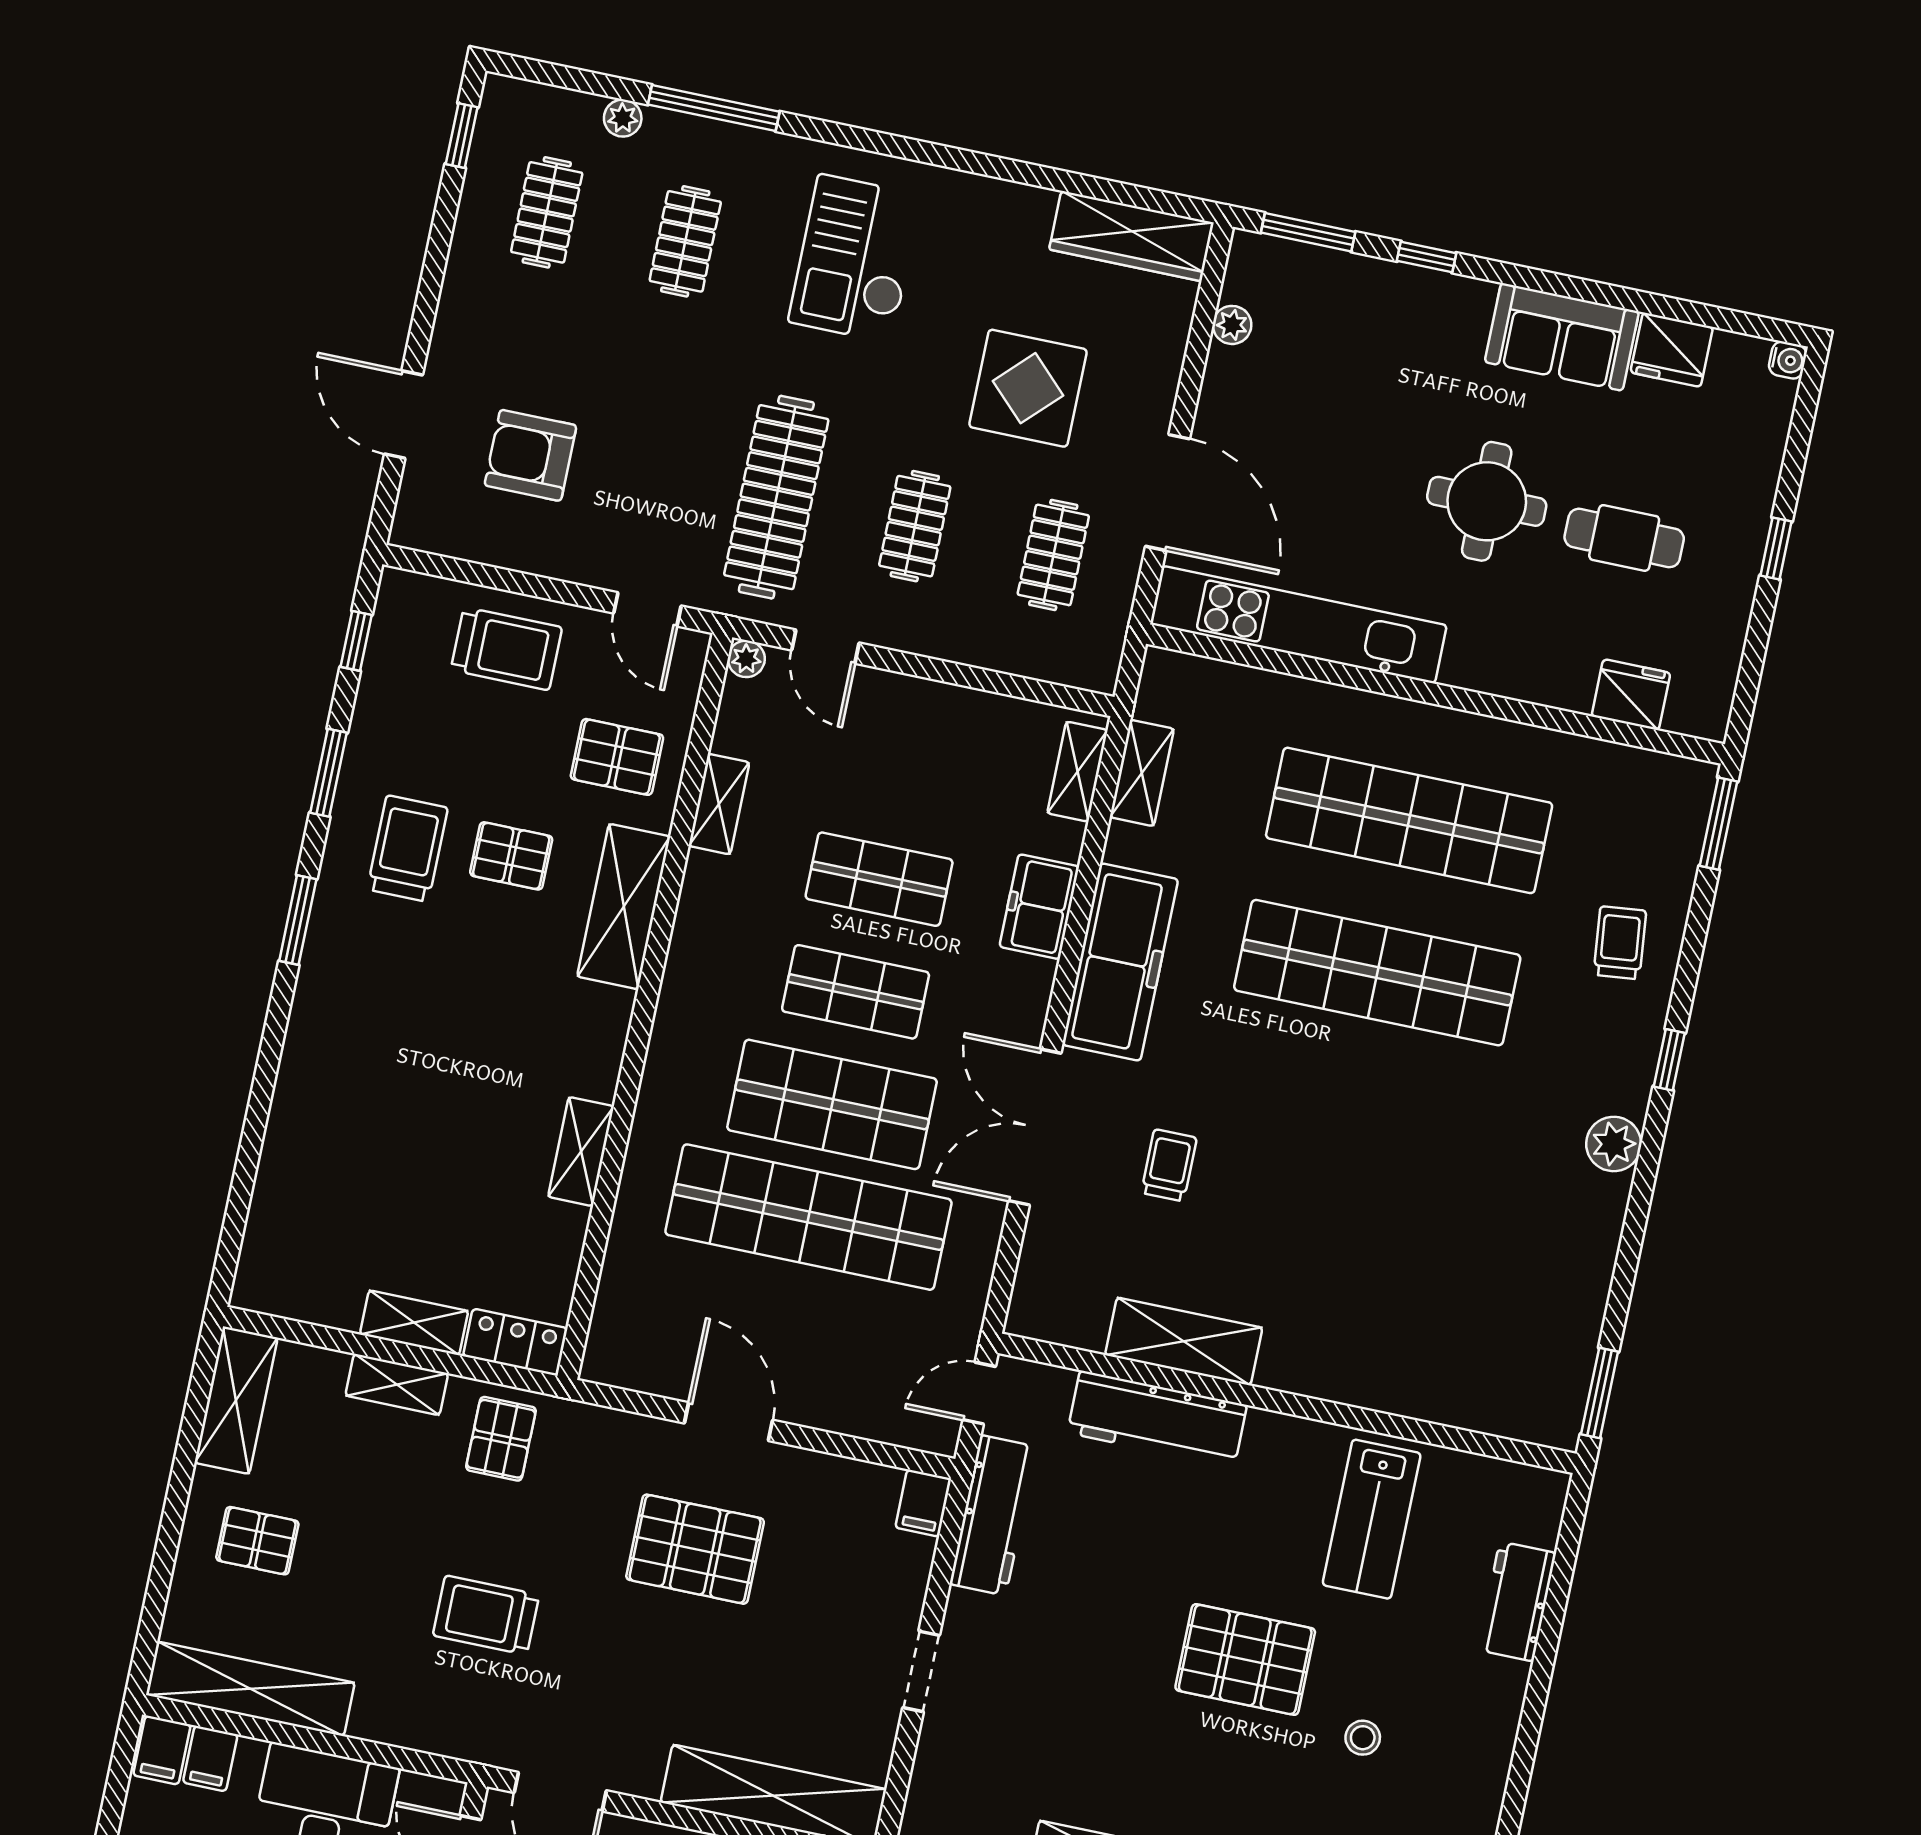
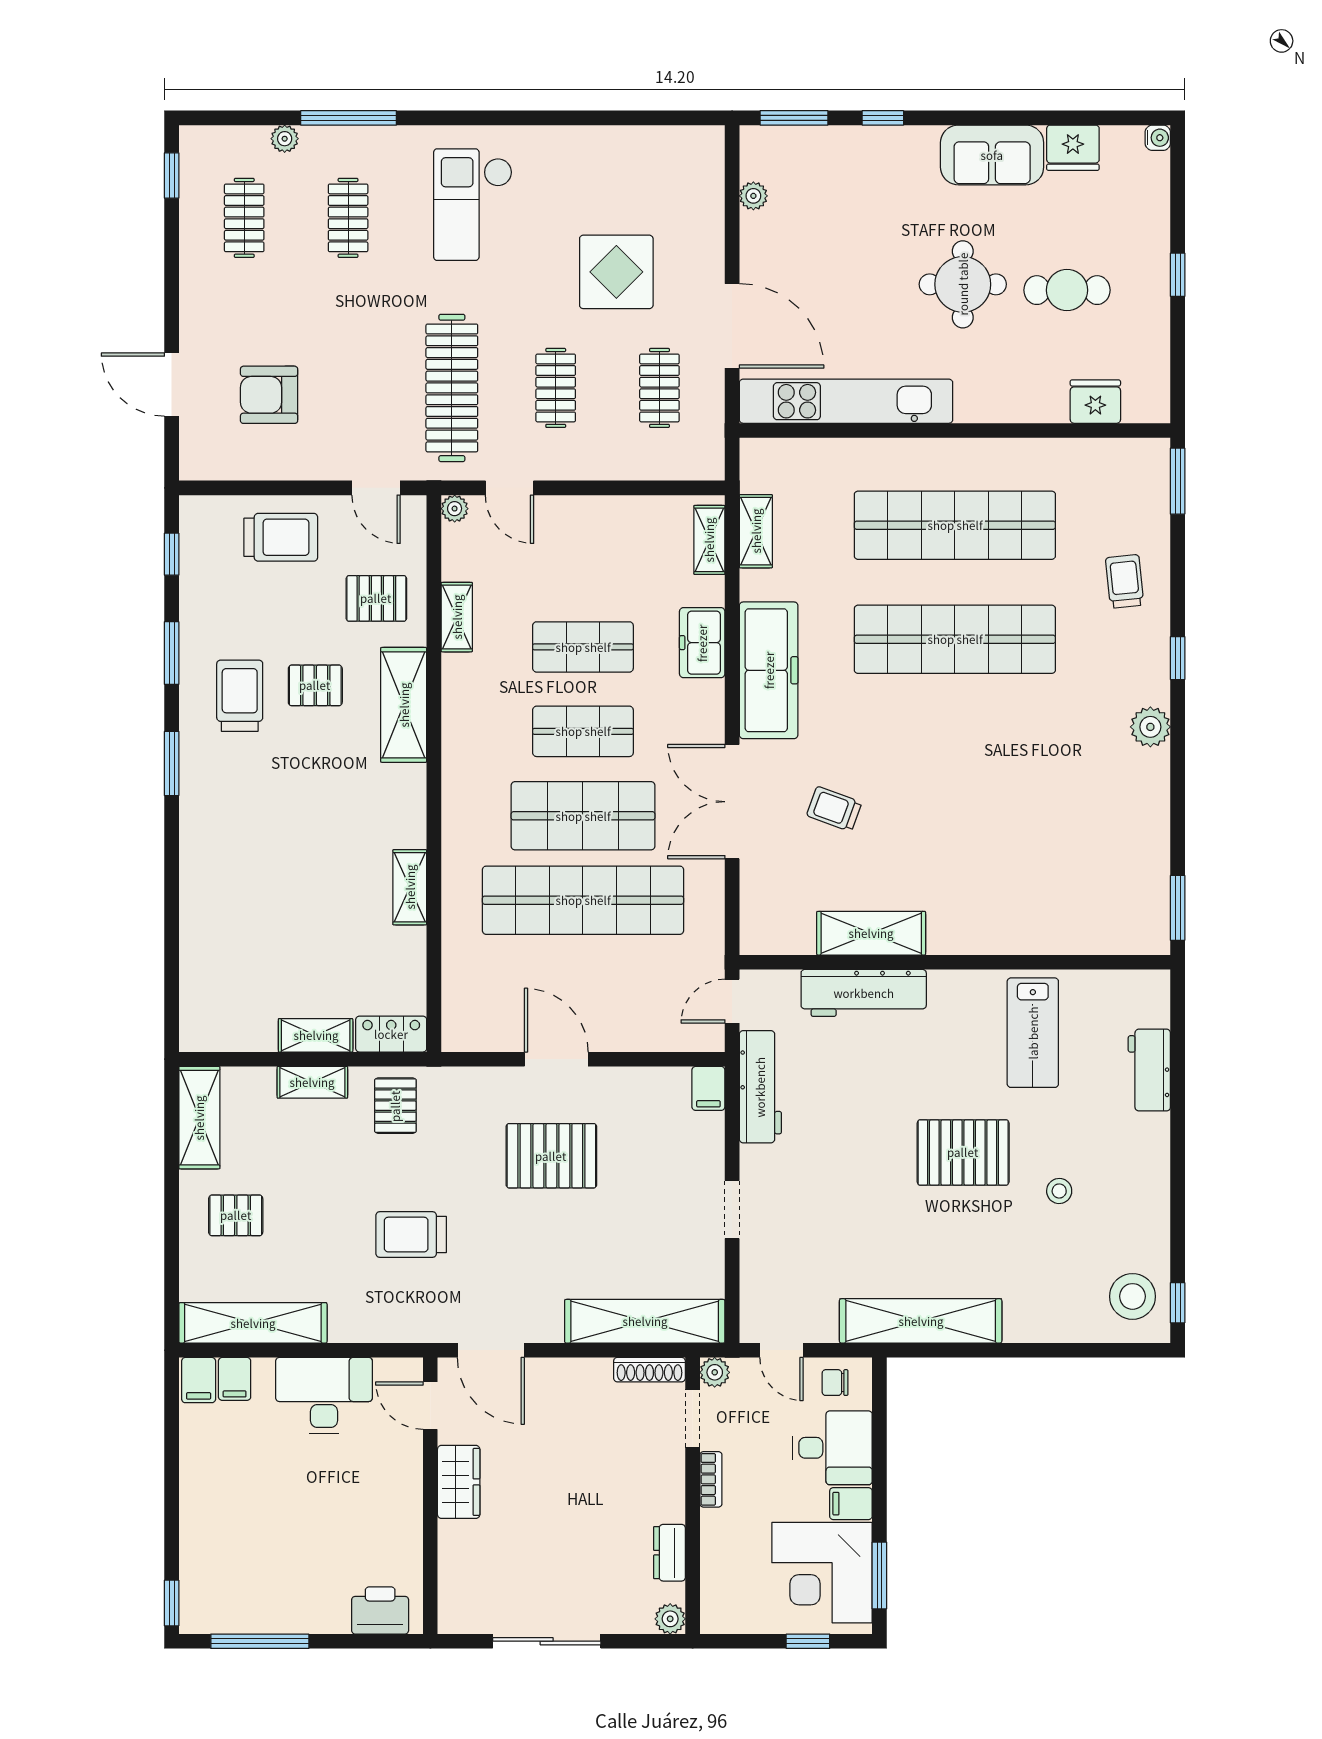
wardrobe: (1131, 236) -> (668, 147), removed
trolley: (1169, 1165) -> (834, 809), turned -70

